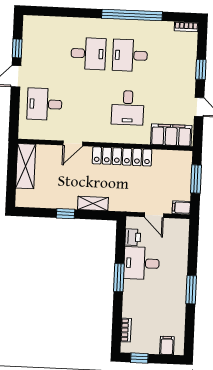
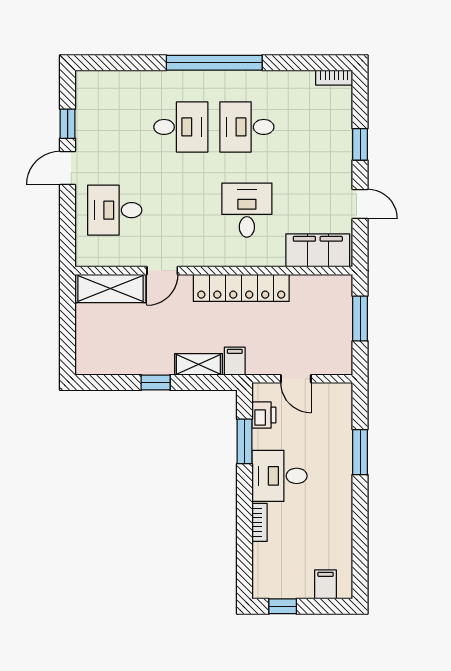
window: (132, 15) -> (214, 63), moved
desk: (128, 108) -> (247, 210), turned 180
shelving: (26, 166) -> (110, 288), moved, turned 90
filing cabinet: (181, 207) -> (235, 361), moved, turned 90
desk: (141, 263) -> (280, 476), moved
window: (119, 278) -> (245, 441), moved
window: (191, 290) -> (360, 452), moved
bookcase: (126, 330) -> (260, 522), moved

